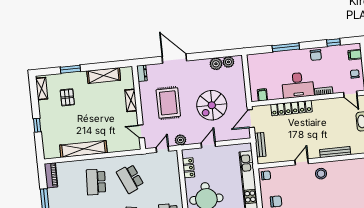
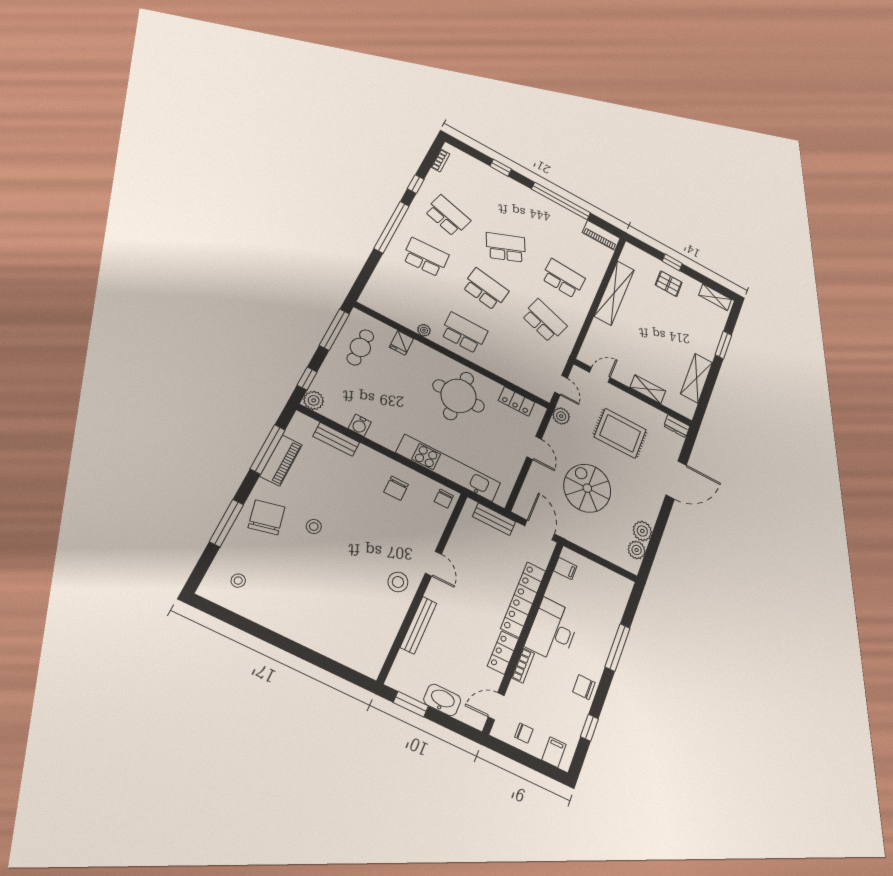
pallet: (67, 97) -> (669, 284), moved
locker: (323, 104) -> (503, 653), added
school desk: (130, 179) -> (544, 321), turned 42

